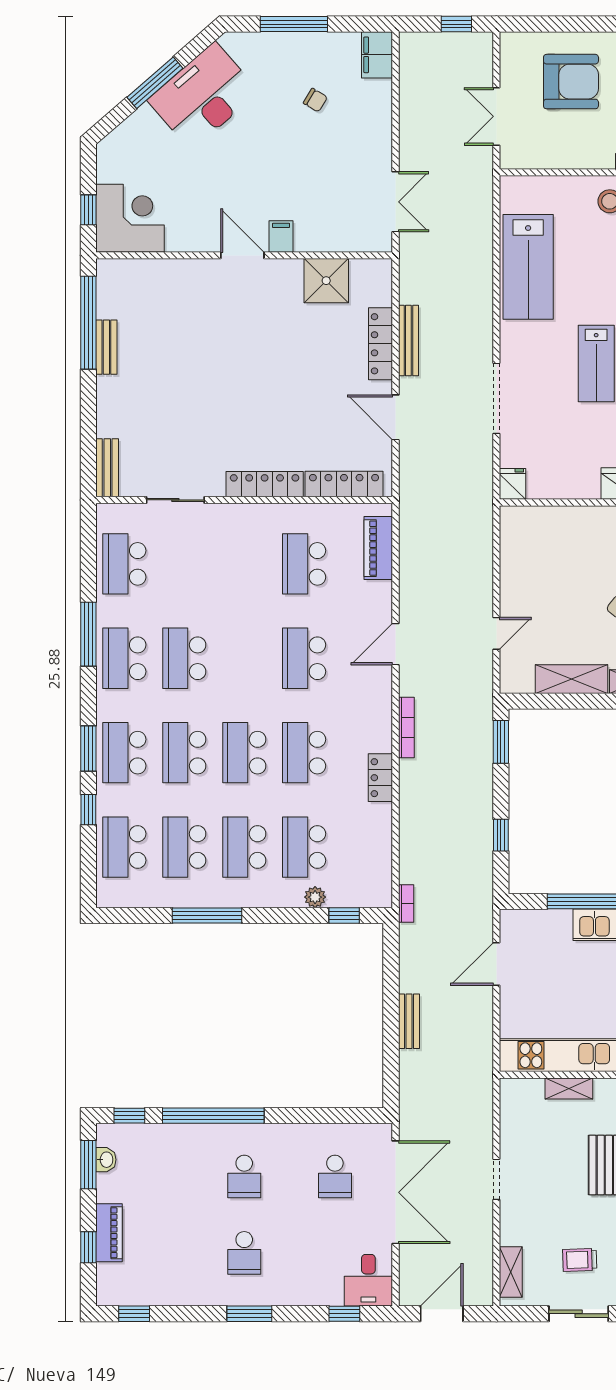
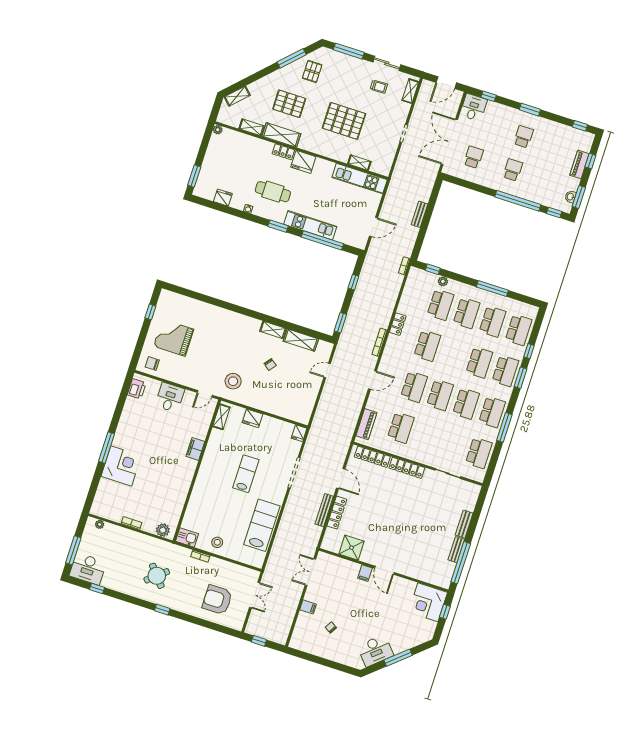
window: (294, 24) -> (329, 664), removed
filing cabinet: (377, 55) -> (308, 607), moved, width x0.50
desk: (203, 96) -> (375, 651), width x0.73, depth x0.77
bench: (107, 468) -> (464, 524), moved
school desk: (244, 753) -> (440, 395), moved

